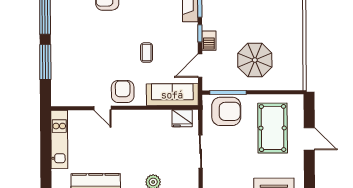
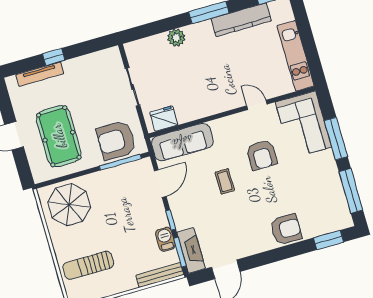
sun lounger: (278, 15) -> (88, 265), added
barbecue: (209, 41) -> (165, 239), moved
parasol: (255, 60) -> (69, 205), moved
corner sofa: (69, 81) -> (303, 125), added
armchair: (123, 91) -> (262, 155), moved

